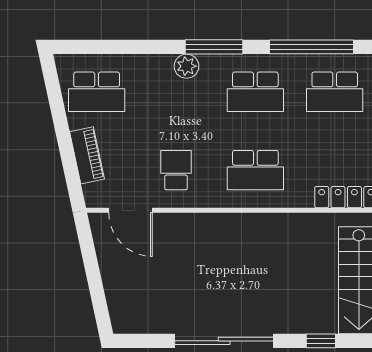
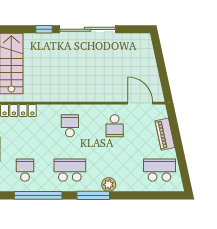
school desk: (335, 92) -> (25, 170), width x0.54
school desk: (255, 170) -> (70, 126), width x0.54
window: (321, 341) -> (44, 29), moved

